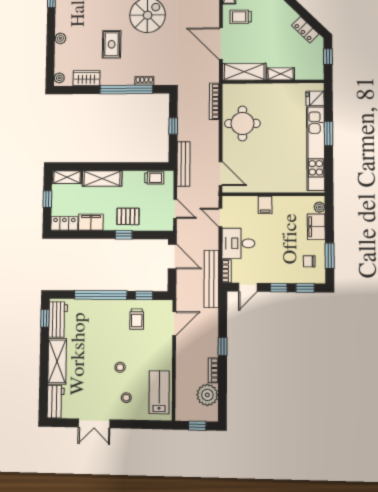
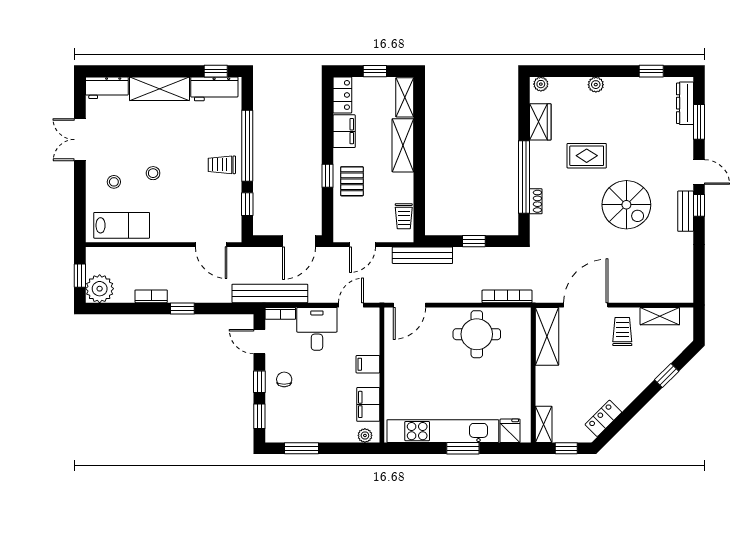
shelving: (281, 74) -> (544, 424), moved
filing cabinet: (316, 227) -> (368, 404), moved, turned -90
chair: (309, 261) -> (284, 379), moved
trolley: (137, 319) -> (222, 165), moved
plant: (207, 395) -> (100, 289), moved

